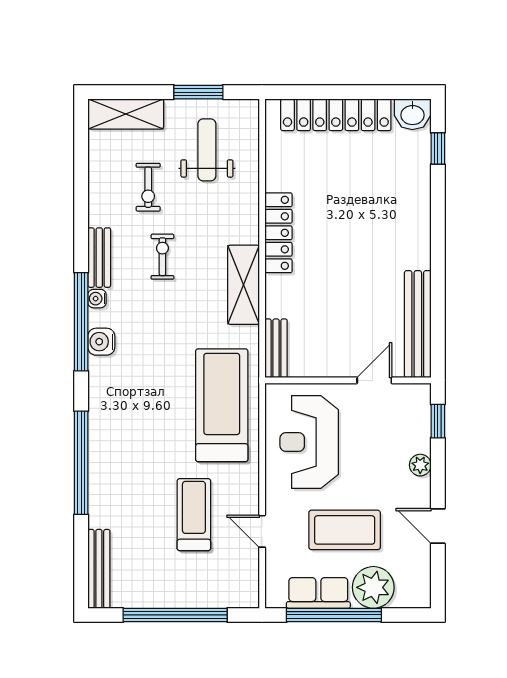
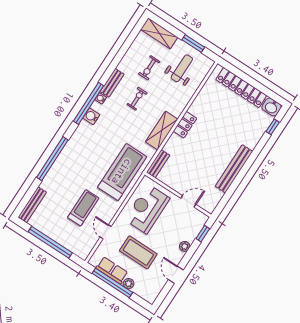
locker: (278, 233) -> (185, 125), width x0.66
bench: (418, 324) -> (234, 169), moved
plant: (373, 587) -> (129, 284), width x0.53, depth x0.53

